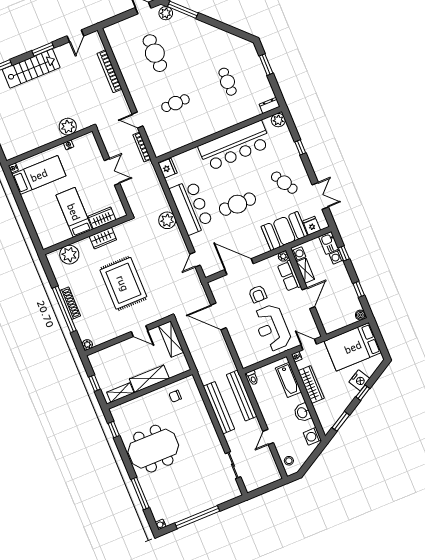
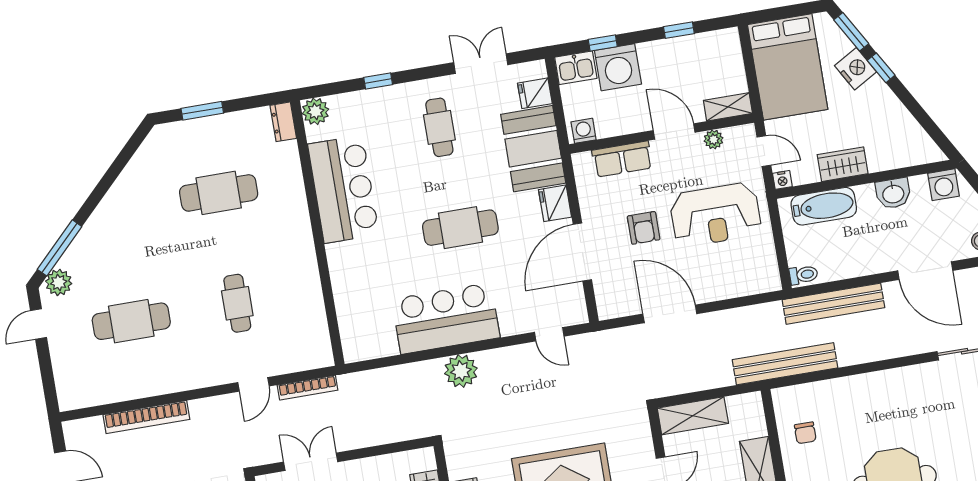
cafe table: (228, 82) -> (219, 193), width x1.37, depth x1.35
bar counter: (235, 146) -> (343, 189), width x0.73
fridge: (168, 168) -> (555, 203), moved, turned -90
double door: (112, 172) -> (311, 462), moved
cafe table: (284, 183) -> (439, 127), turned -59
cafe table: (237, 204) -> (460, 228), turned 90
plant: (283, 256) -> (714, 139), moved
washing machine: (336, 257) -> (618, 67), width x1.89, depth x1.89
shelving: (305, 271) -> (728, 107), moved
armchair: (258, 294) -> (644, 228), turned 90
boiler: (361, 315) -> (730, 38), removed
door: (218, 316) -> (670, 314), swing flipped
door: (309, 344) -> (764, 151), swing flipped
wardrobe: (311, 385) -> (843, 164), width x0.67
bench: (219, 408) -> (785, 364), moved
window: (341, 421) -> (851, 32), moved
door: (268, 437) -> (925, 271), width x1.88

